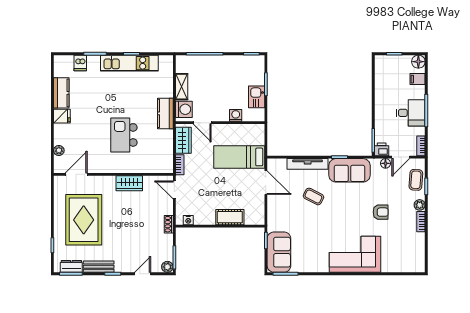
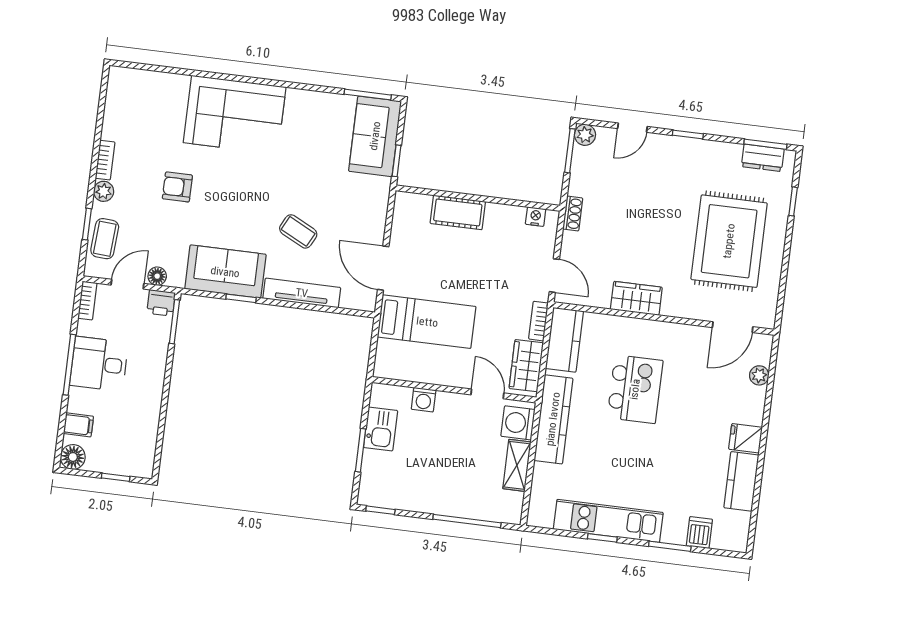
kitchen counter: (165, 113) -> (553, 419), width x1.50
kitchen counter: (165, 156) -> (564, 340), added
bench: (99, 267) -> (712, 151), removed

